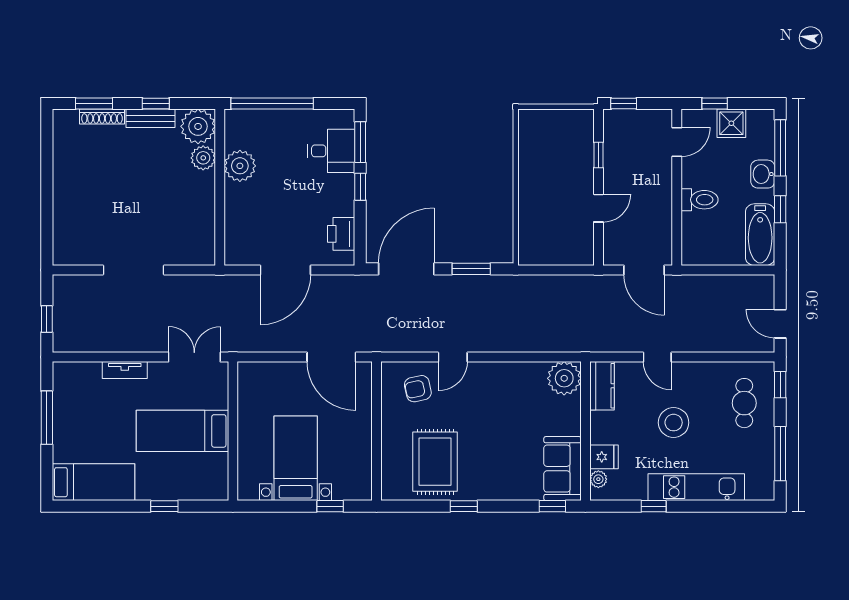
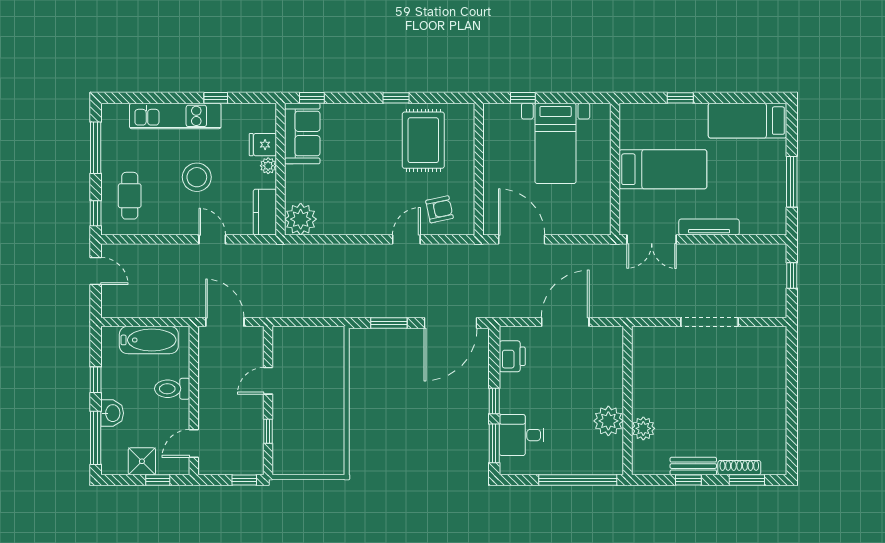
plant: (198, 126) -> (648, 458), removed
bathtub: (760, 235) -> (149, 340), moved, turned 90
tv unit: (125, 370) -> (709, 227), width x1.41
plant: (598, 479) -> (268, 166), moved

